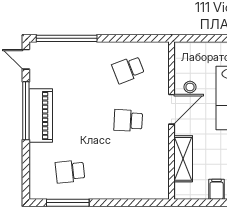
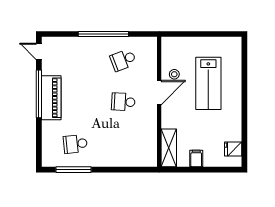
window: (67, 38) -> (103, 34), moved
shelving: (183, 159) -> (169, 148), moved

